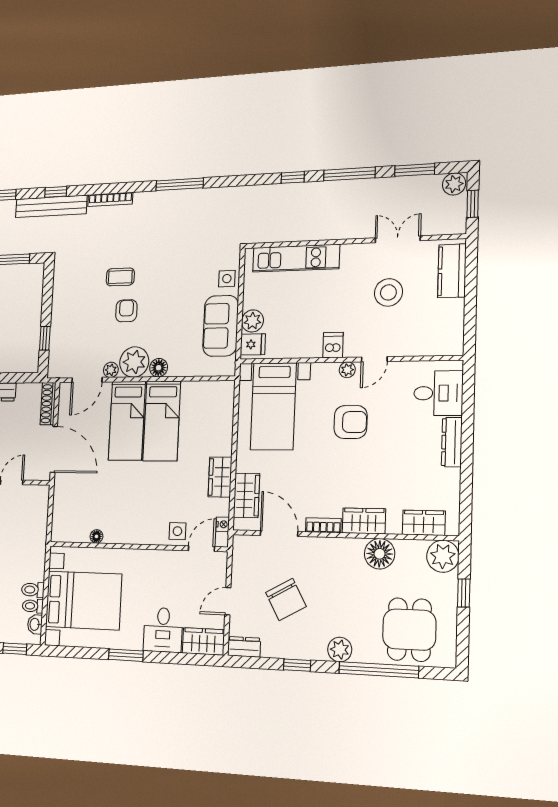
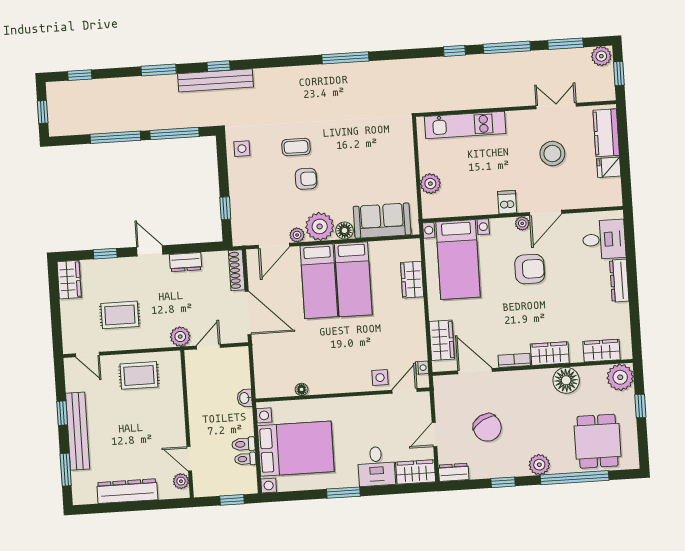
bookcase: (110, 199) -> (277, 73), removed
side table: (227, 279) -> (242, 149), moved
armchair: (126, 311) -> (306, 179), turned 90
sofa: (221, 326) -> (382, 221), moved, turned 90
fridge: (253, 344) -> (609, 167), moved, turned 180
door: (374, 359) -> (545, 213), width x1.38
wardrobe: (220, 477) -> (412, 280), moved
washbasin: (35, 624) -> (245, 398), moved

